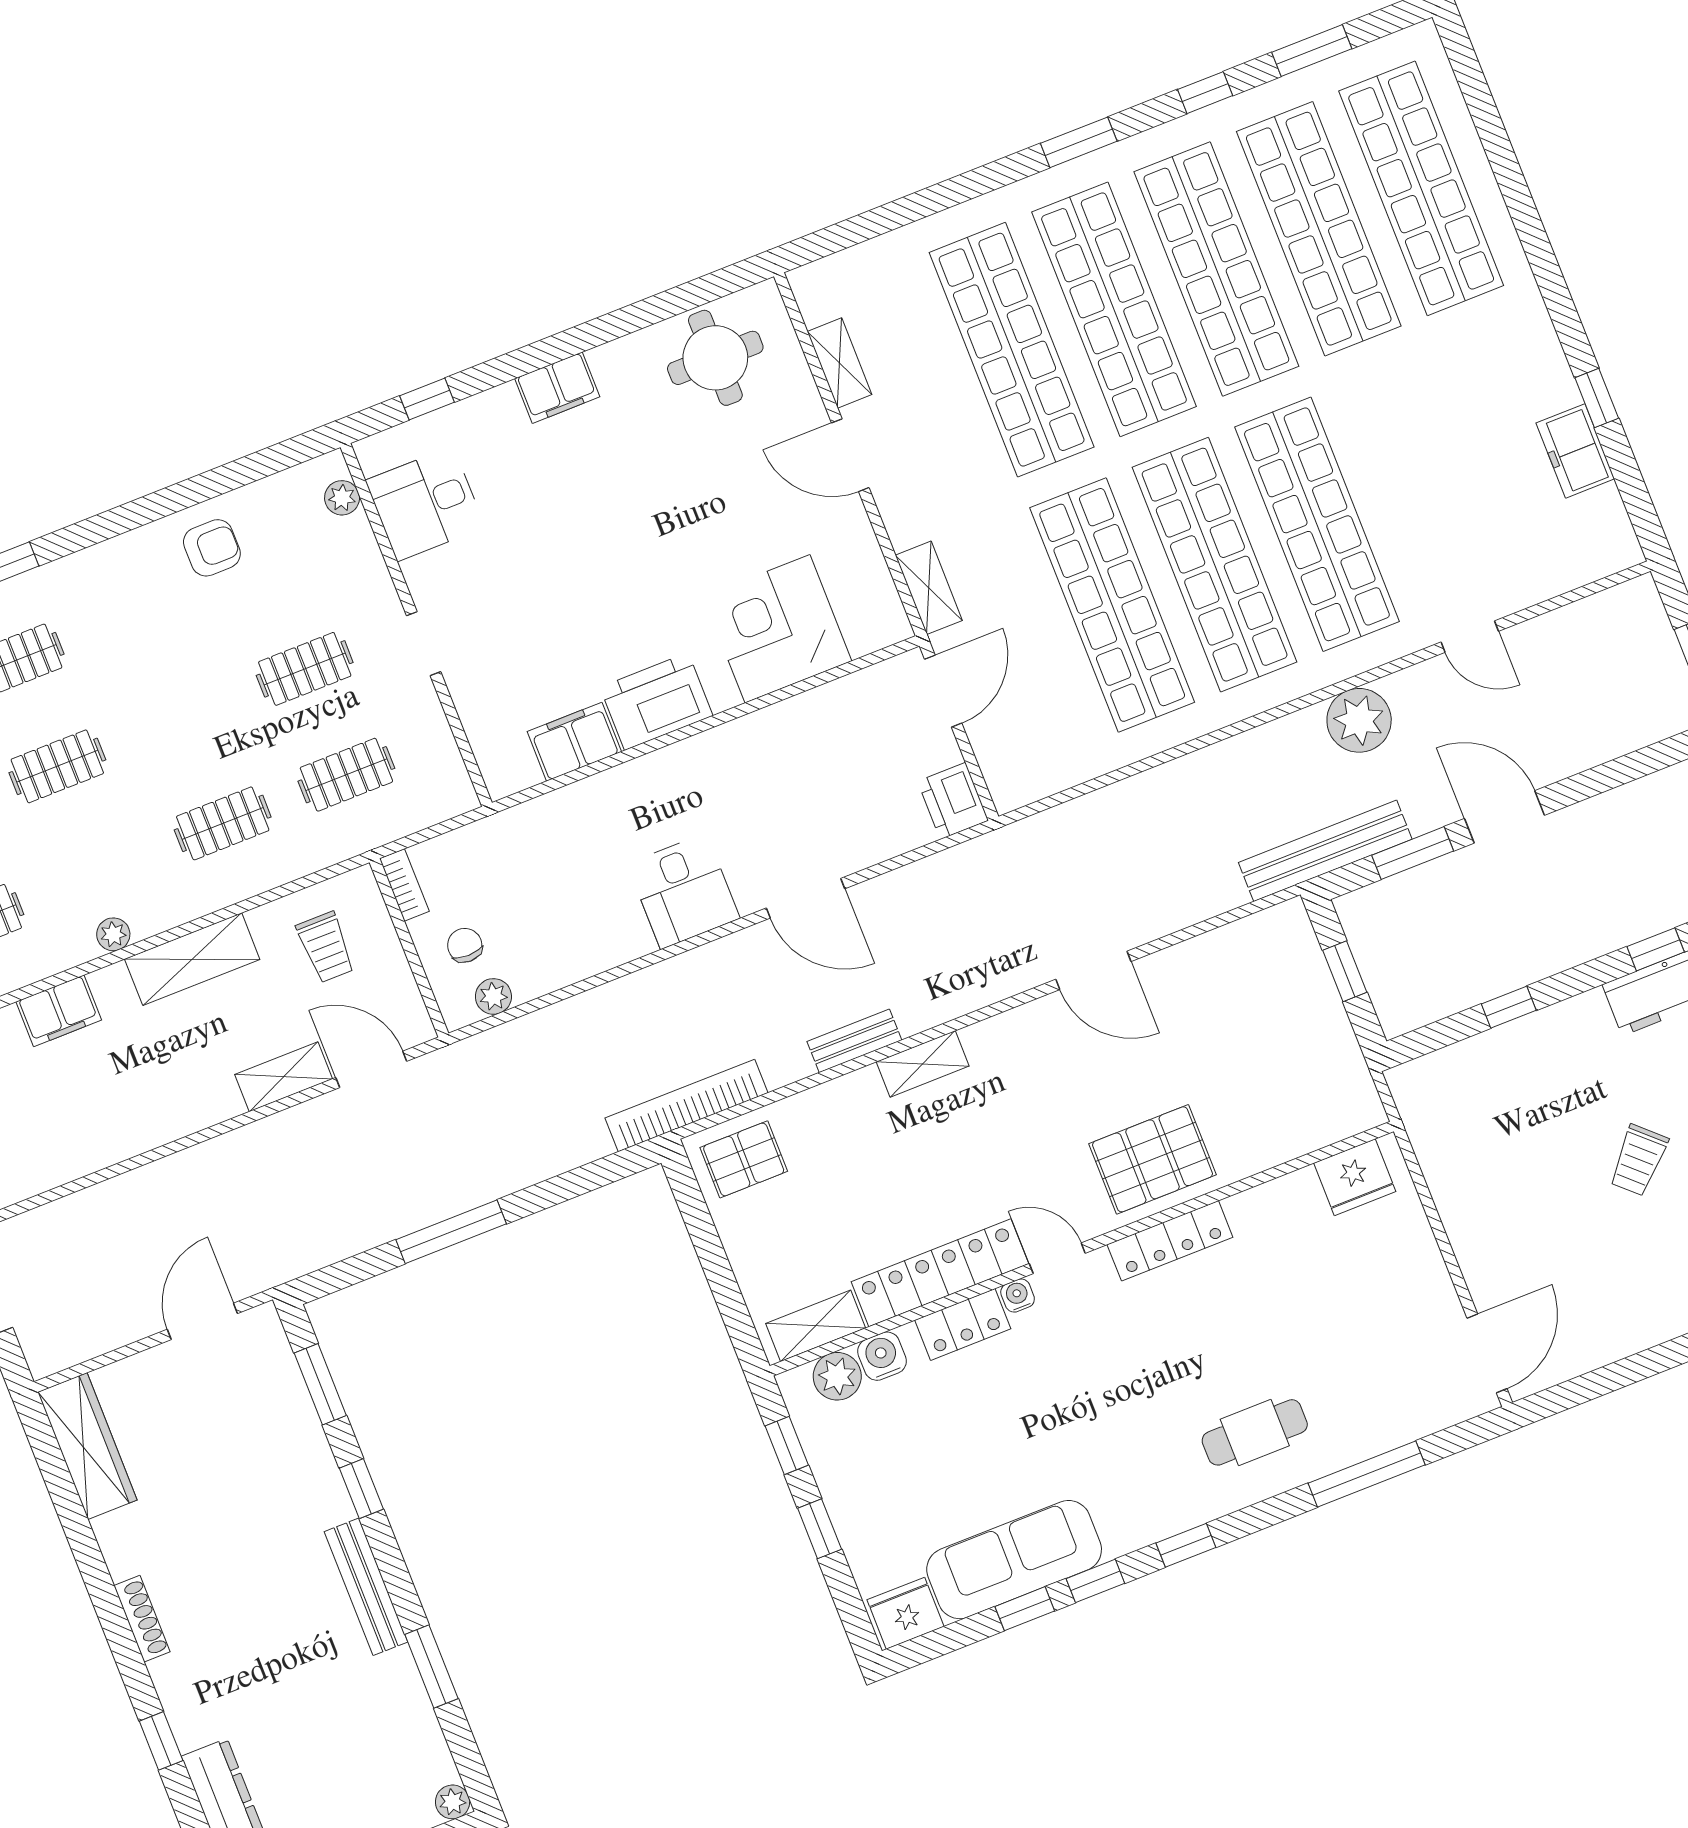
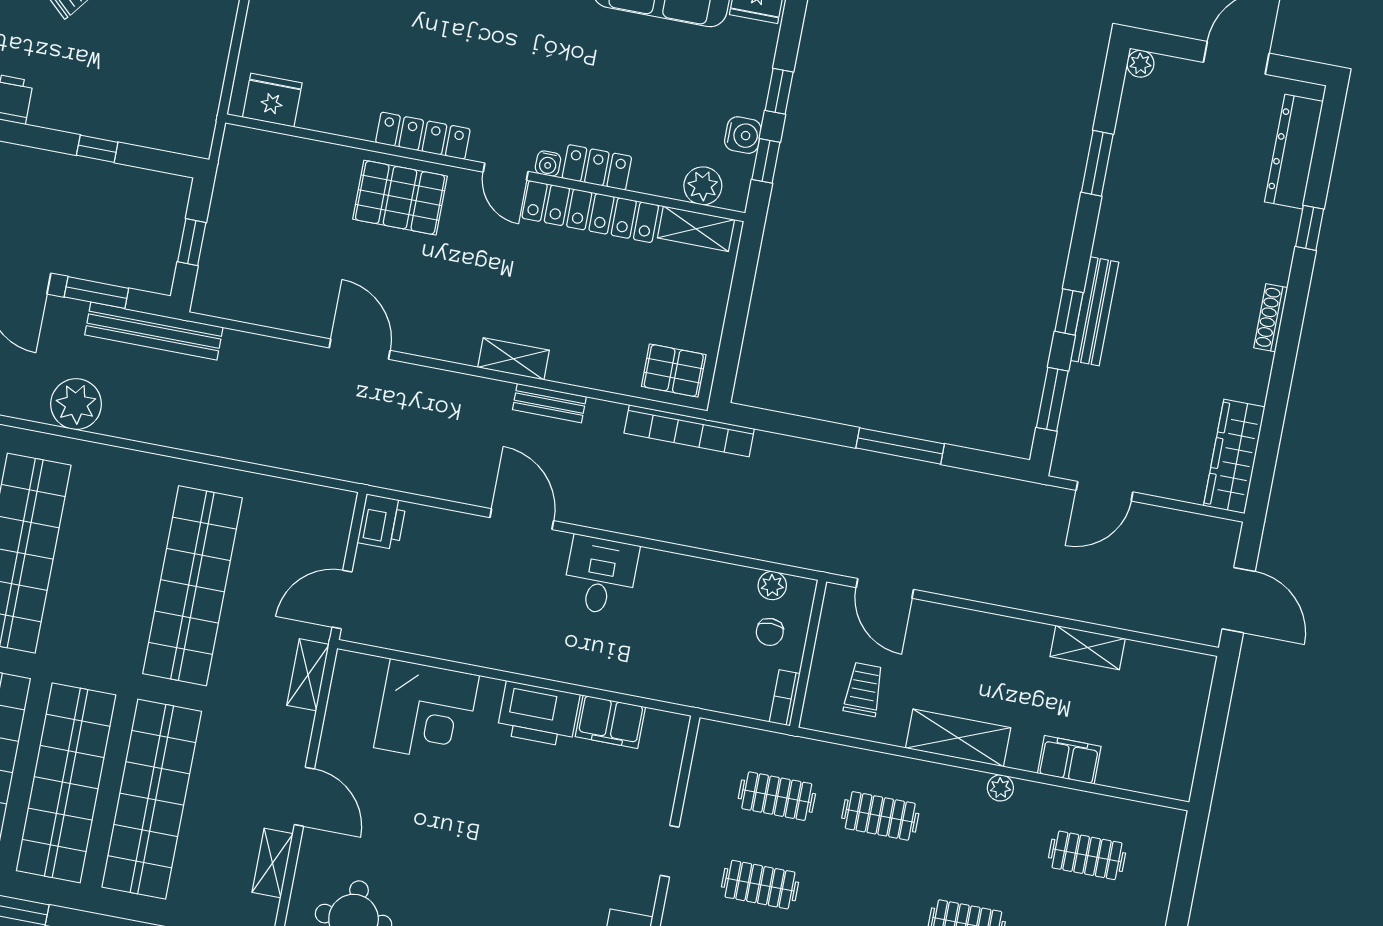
shop shelf: (1215, 565) -> (107, 569), removed
shelving: (284, 1077) -> (1088, 647), moved
water cooler: (882, 1356) -> (743, 135), moved, turned -90
bench: (366, 1587) -> (1095, 311), moved

